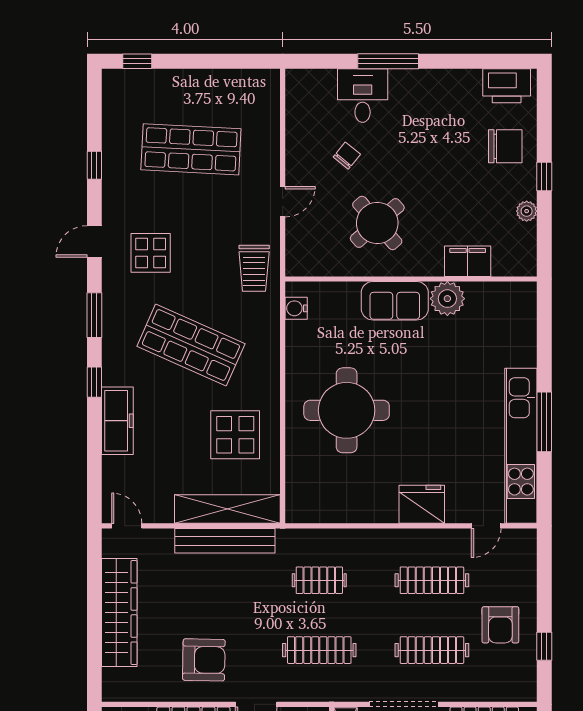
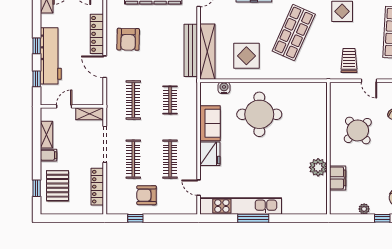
trolley: (254, 268) -> (349, 60), moved, turned 90
sofa: (395, 301) -> (210, 123), moved, turned 180
water cooler: (296, 308) -> (224, 88), moved

